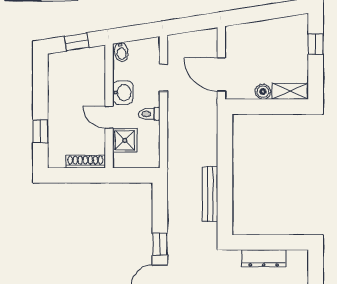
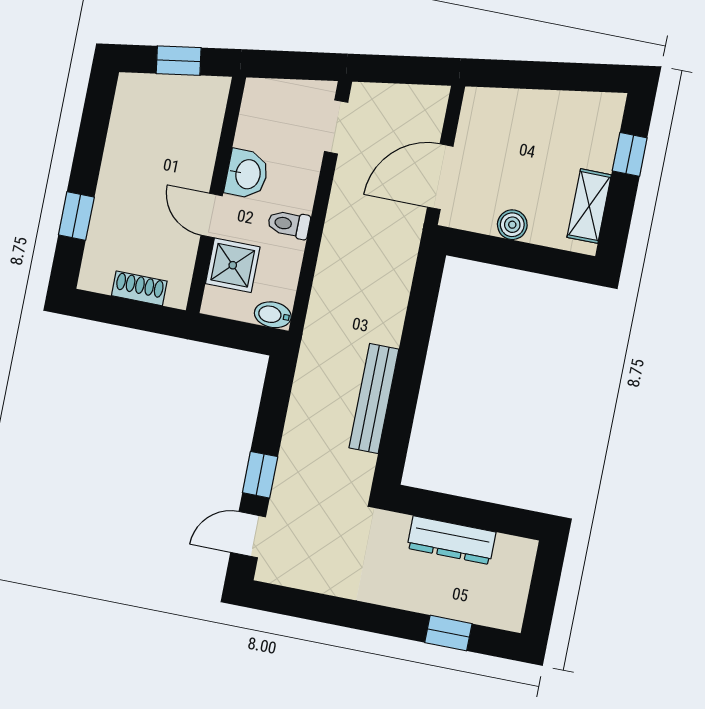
bidet: (121, 52) -> (273, 315), moved, turned 99
door: (221, 75) -> (440, 177), hinge flipped
doorway: (163, 78) -> (336, 127), moved
shelving: (290, 91) -> (589, 206), moved, turned 90
shoe rack: (85, 162) -> (139, 288), width x0.70

